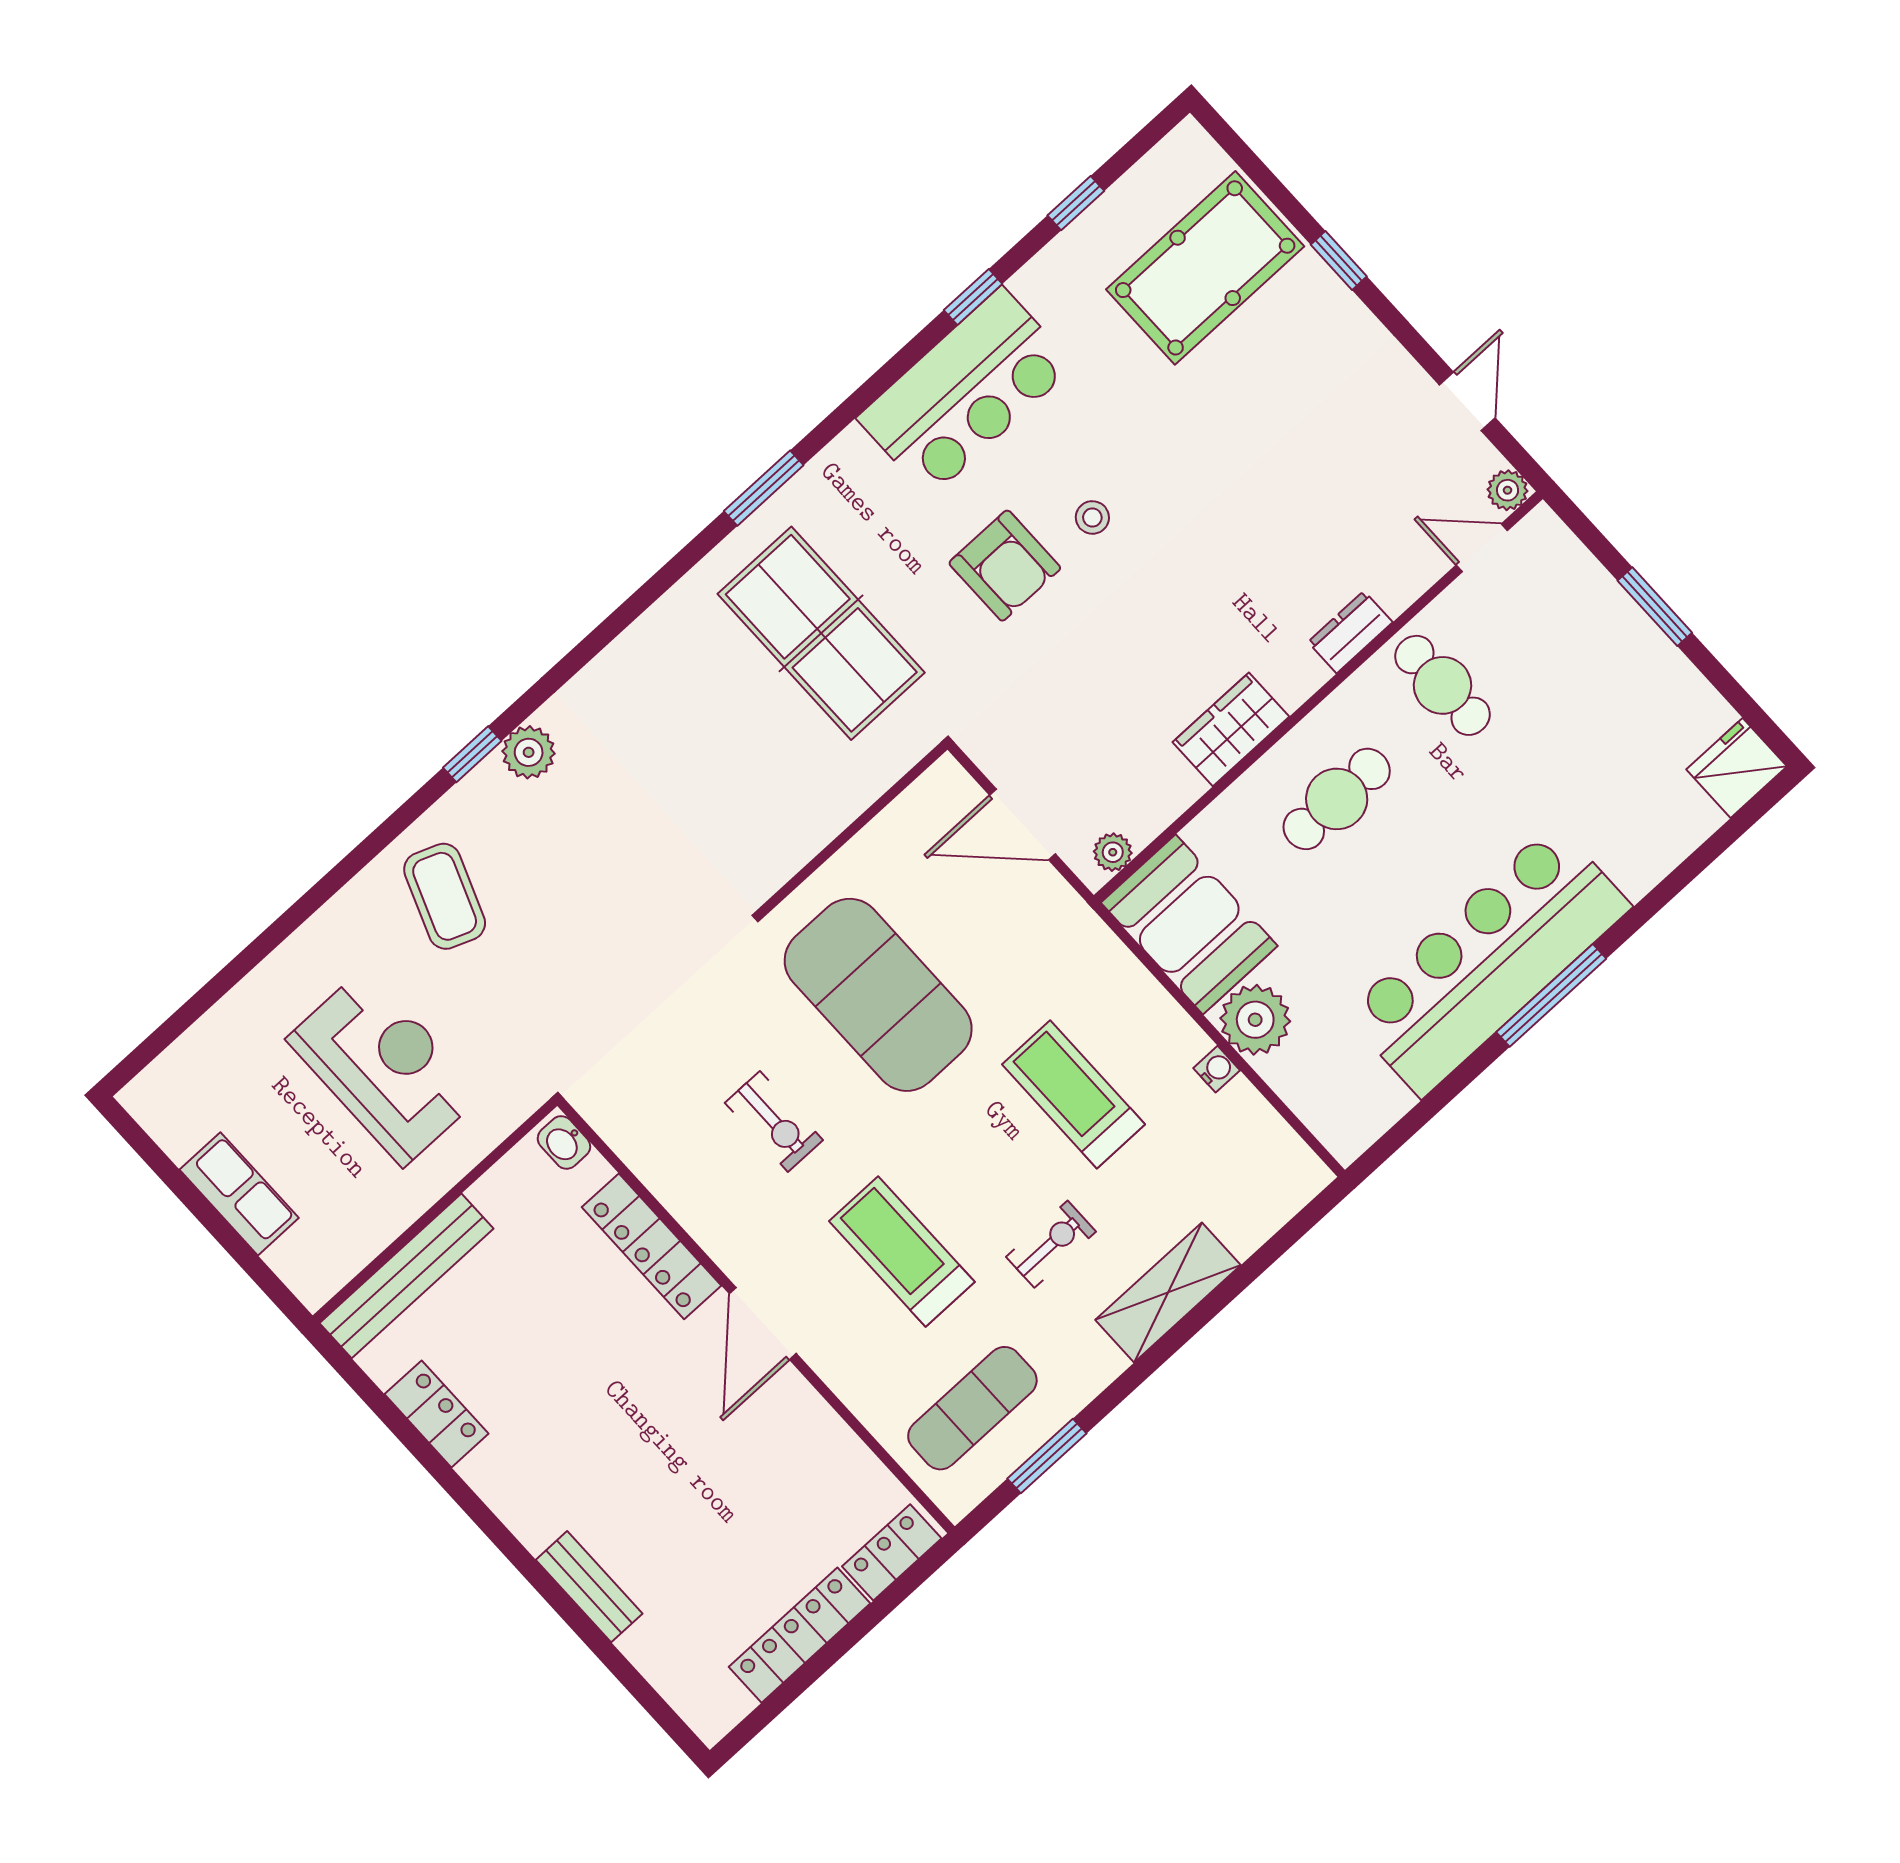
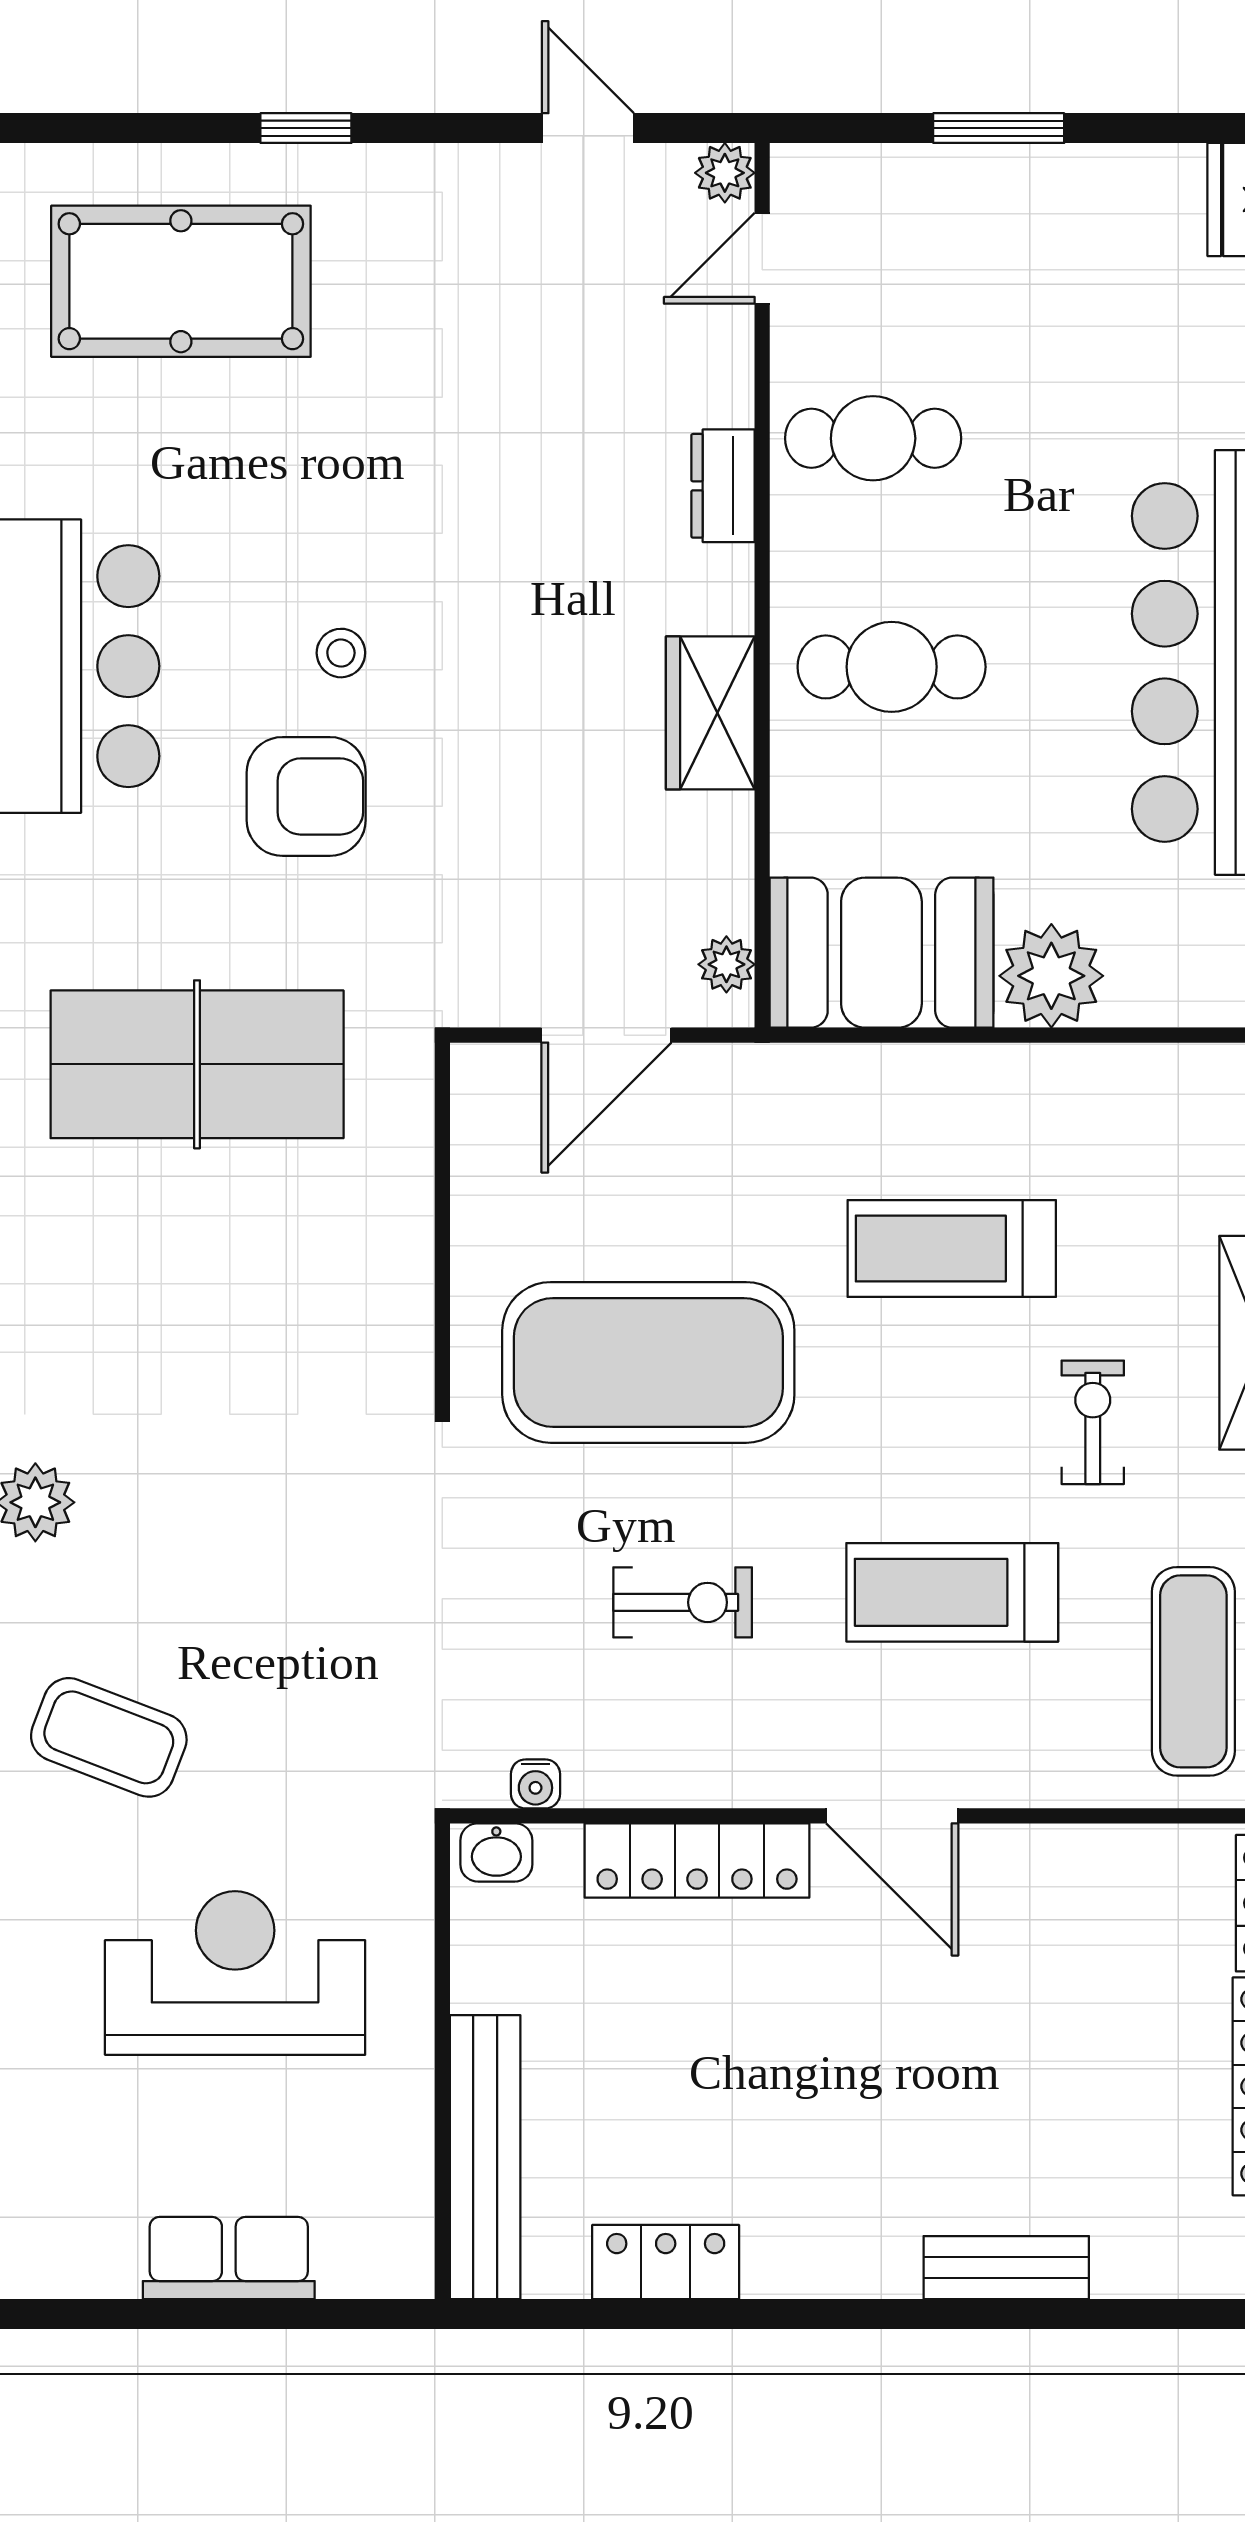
pool table: (1205, 268) -> (181, 281), turned 90
cafe table: (1337, 799) -> (892, 667), turned 90
water cooler: (1217, 1069) -> (535, 1784), moved, turned 180

